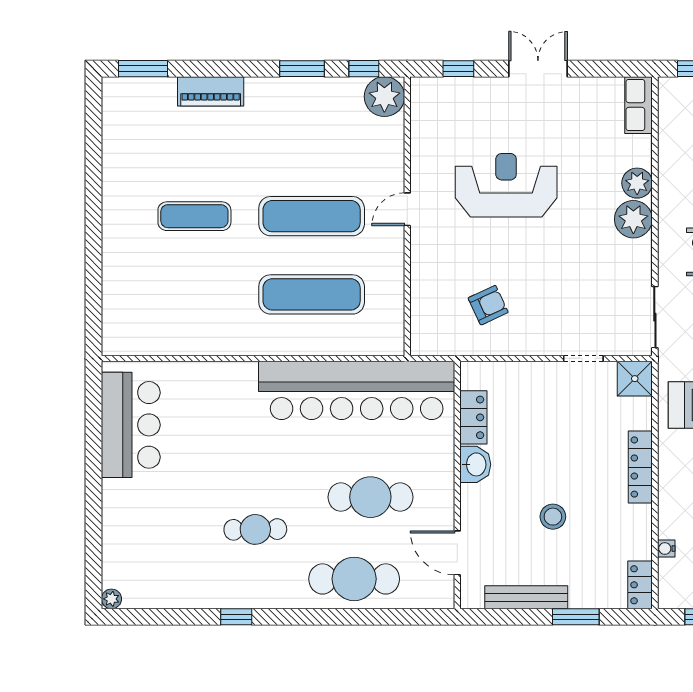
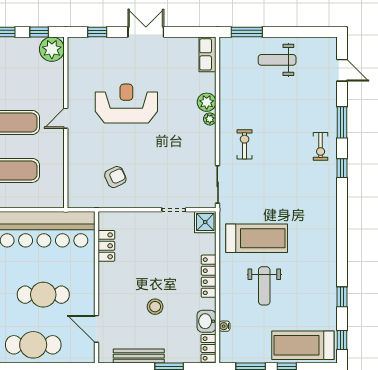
plant: (633, 219) -> (210, 119), width x0.53, depth x0.53
washbasin: (475, 464) -> (206, 321), moved, turned 180

